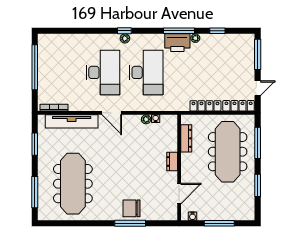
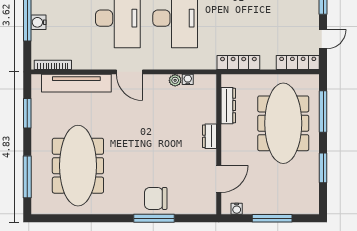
water cooler: (43, 76) -> (39, 22), added
locker: (205, 106) -> (238, 63), moved

